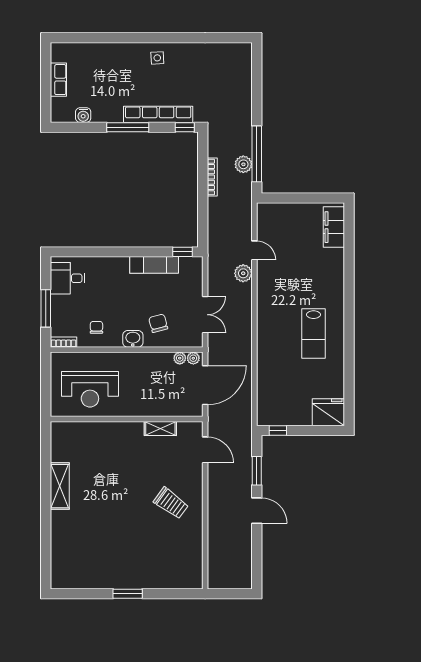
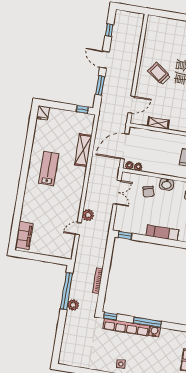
water cooler: (83, 115) -> (154, 331), moved
plant: (243, 164) -> (73, 305), moved
door: (254, 250) -> (78, 229), hinge flipped
exam couch: (154, 265) -> (162, 233), moved
double door: (205, 315) -> (117, 192), swing flipped
shelving: (266, 370) -> (83, 150), added
fridge: (328, 412) -> (43, 113), width x0.53, depth x0.75
door: (205, 450) -> (131, 105), swing flipped
window: (257, 556) -> (109, 30), added

